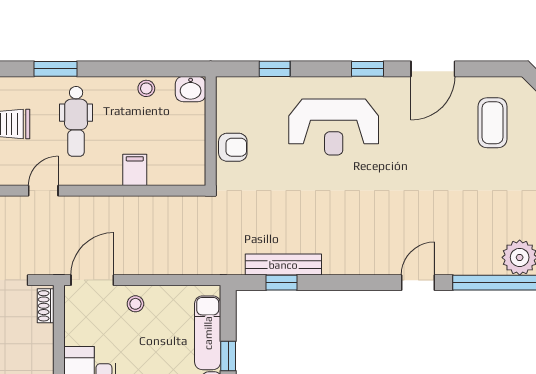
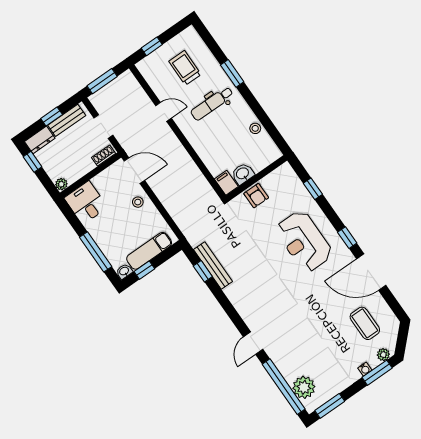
door: (433, 69) -> (371, 272), width x1.36
washbasin: (191, 89) -> (243, 174), moved, turned 90
coffee table: (492, 123) -> (365, 323), turned 90
filing cabinet: (135, 170) -> (226, 183), moved, turned -90
door: (418, 283) -> (253, 343), swing flipped

